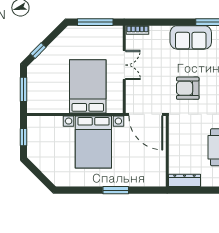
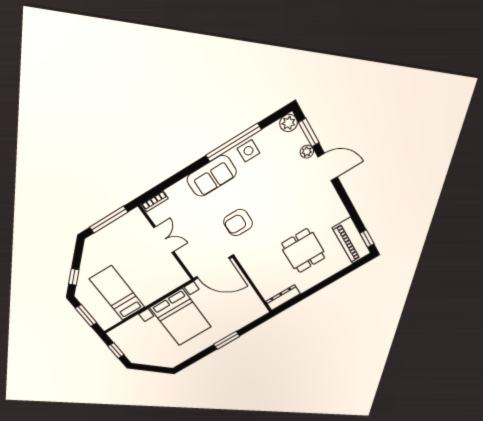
bed: (88, 86) -> (117, 293), moved, width x0.67

